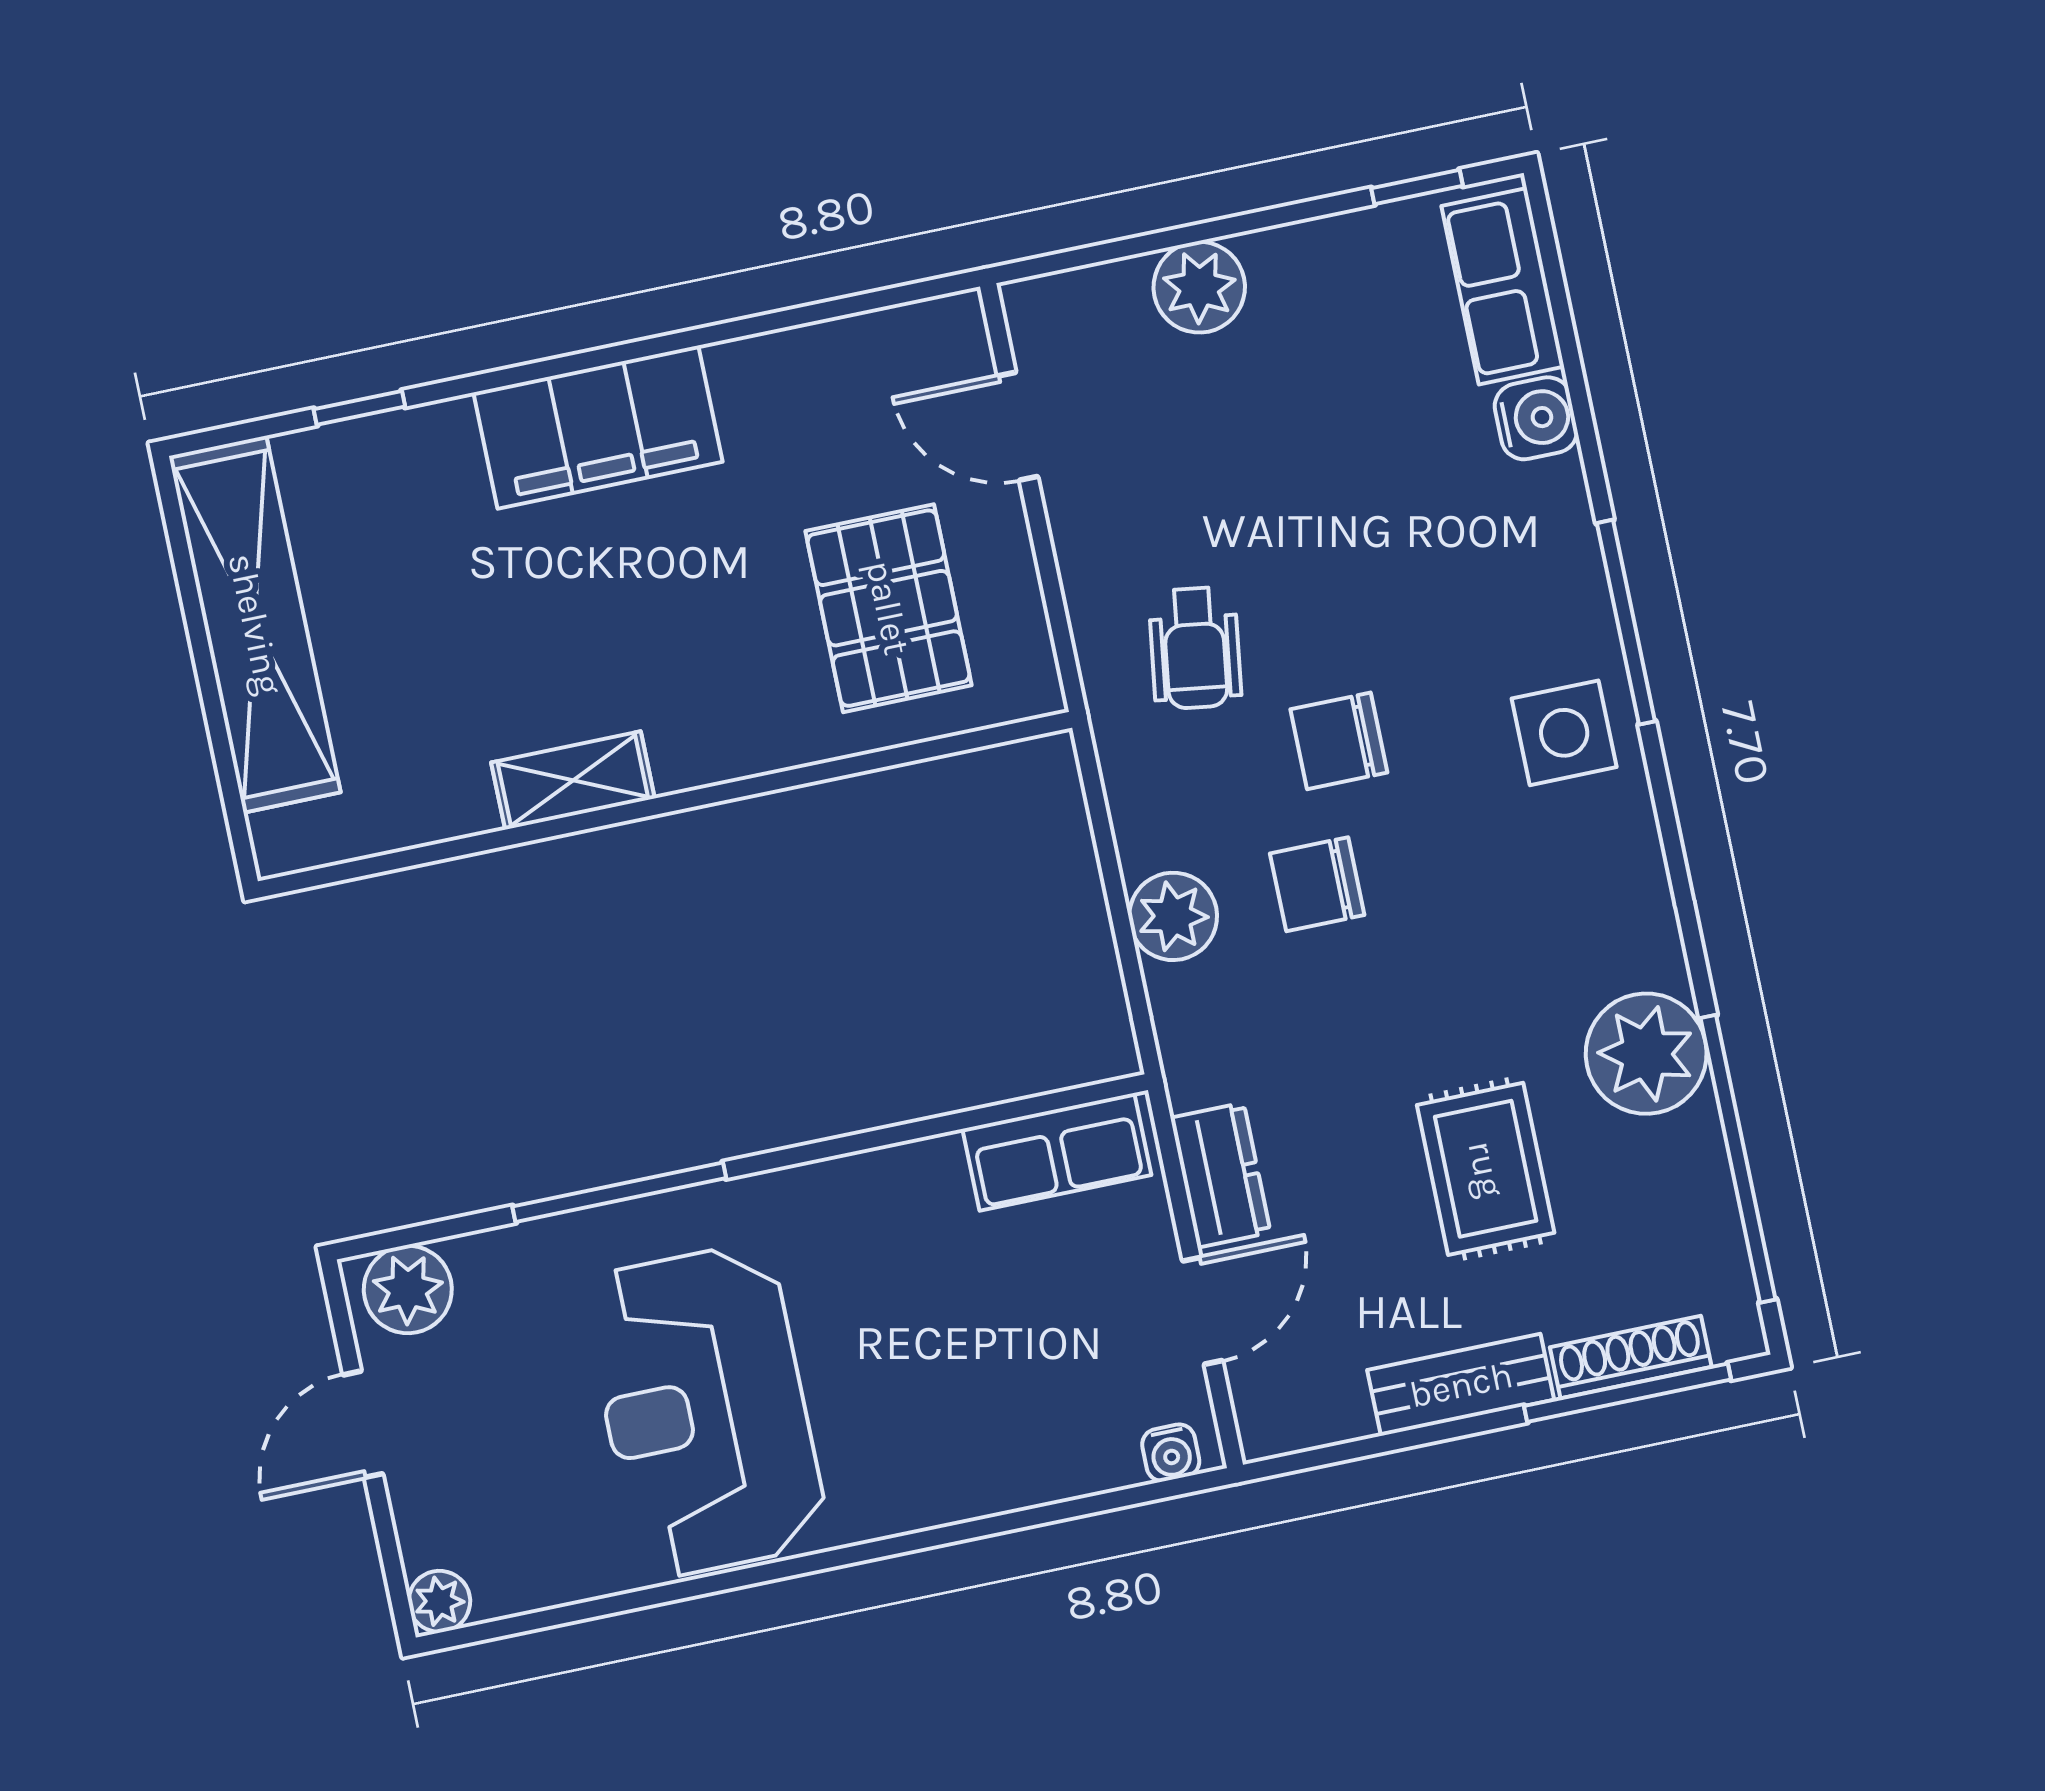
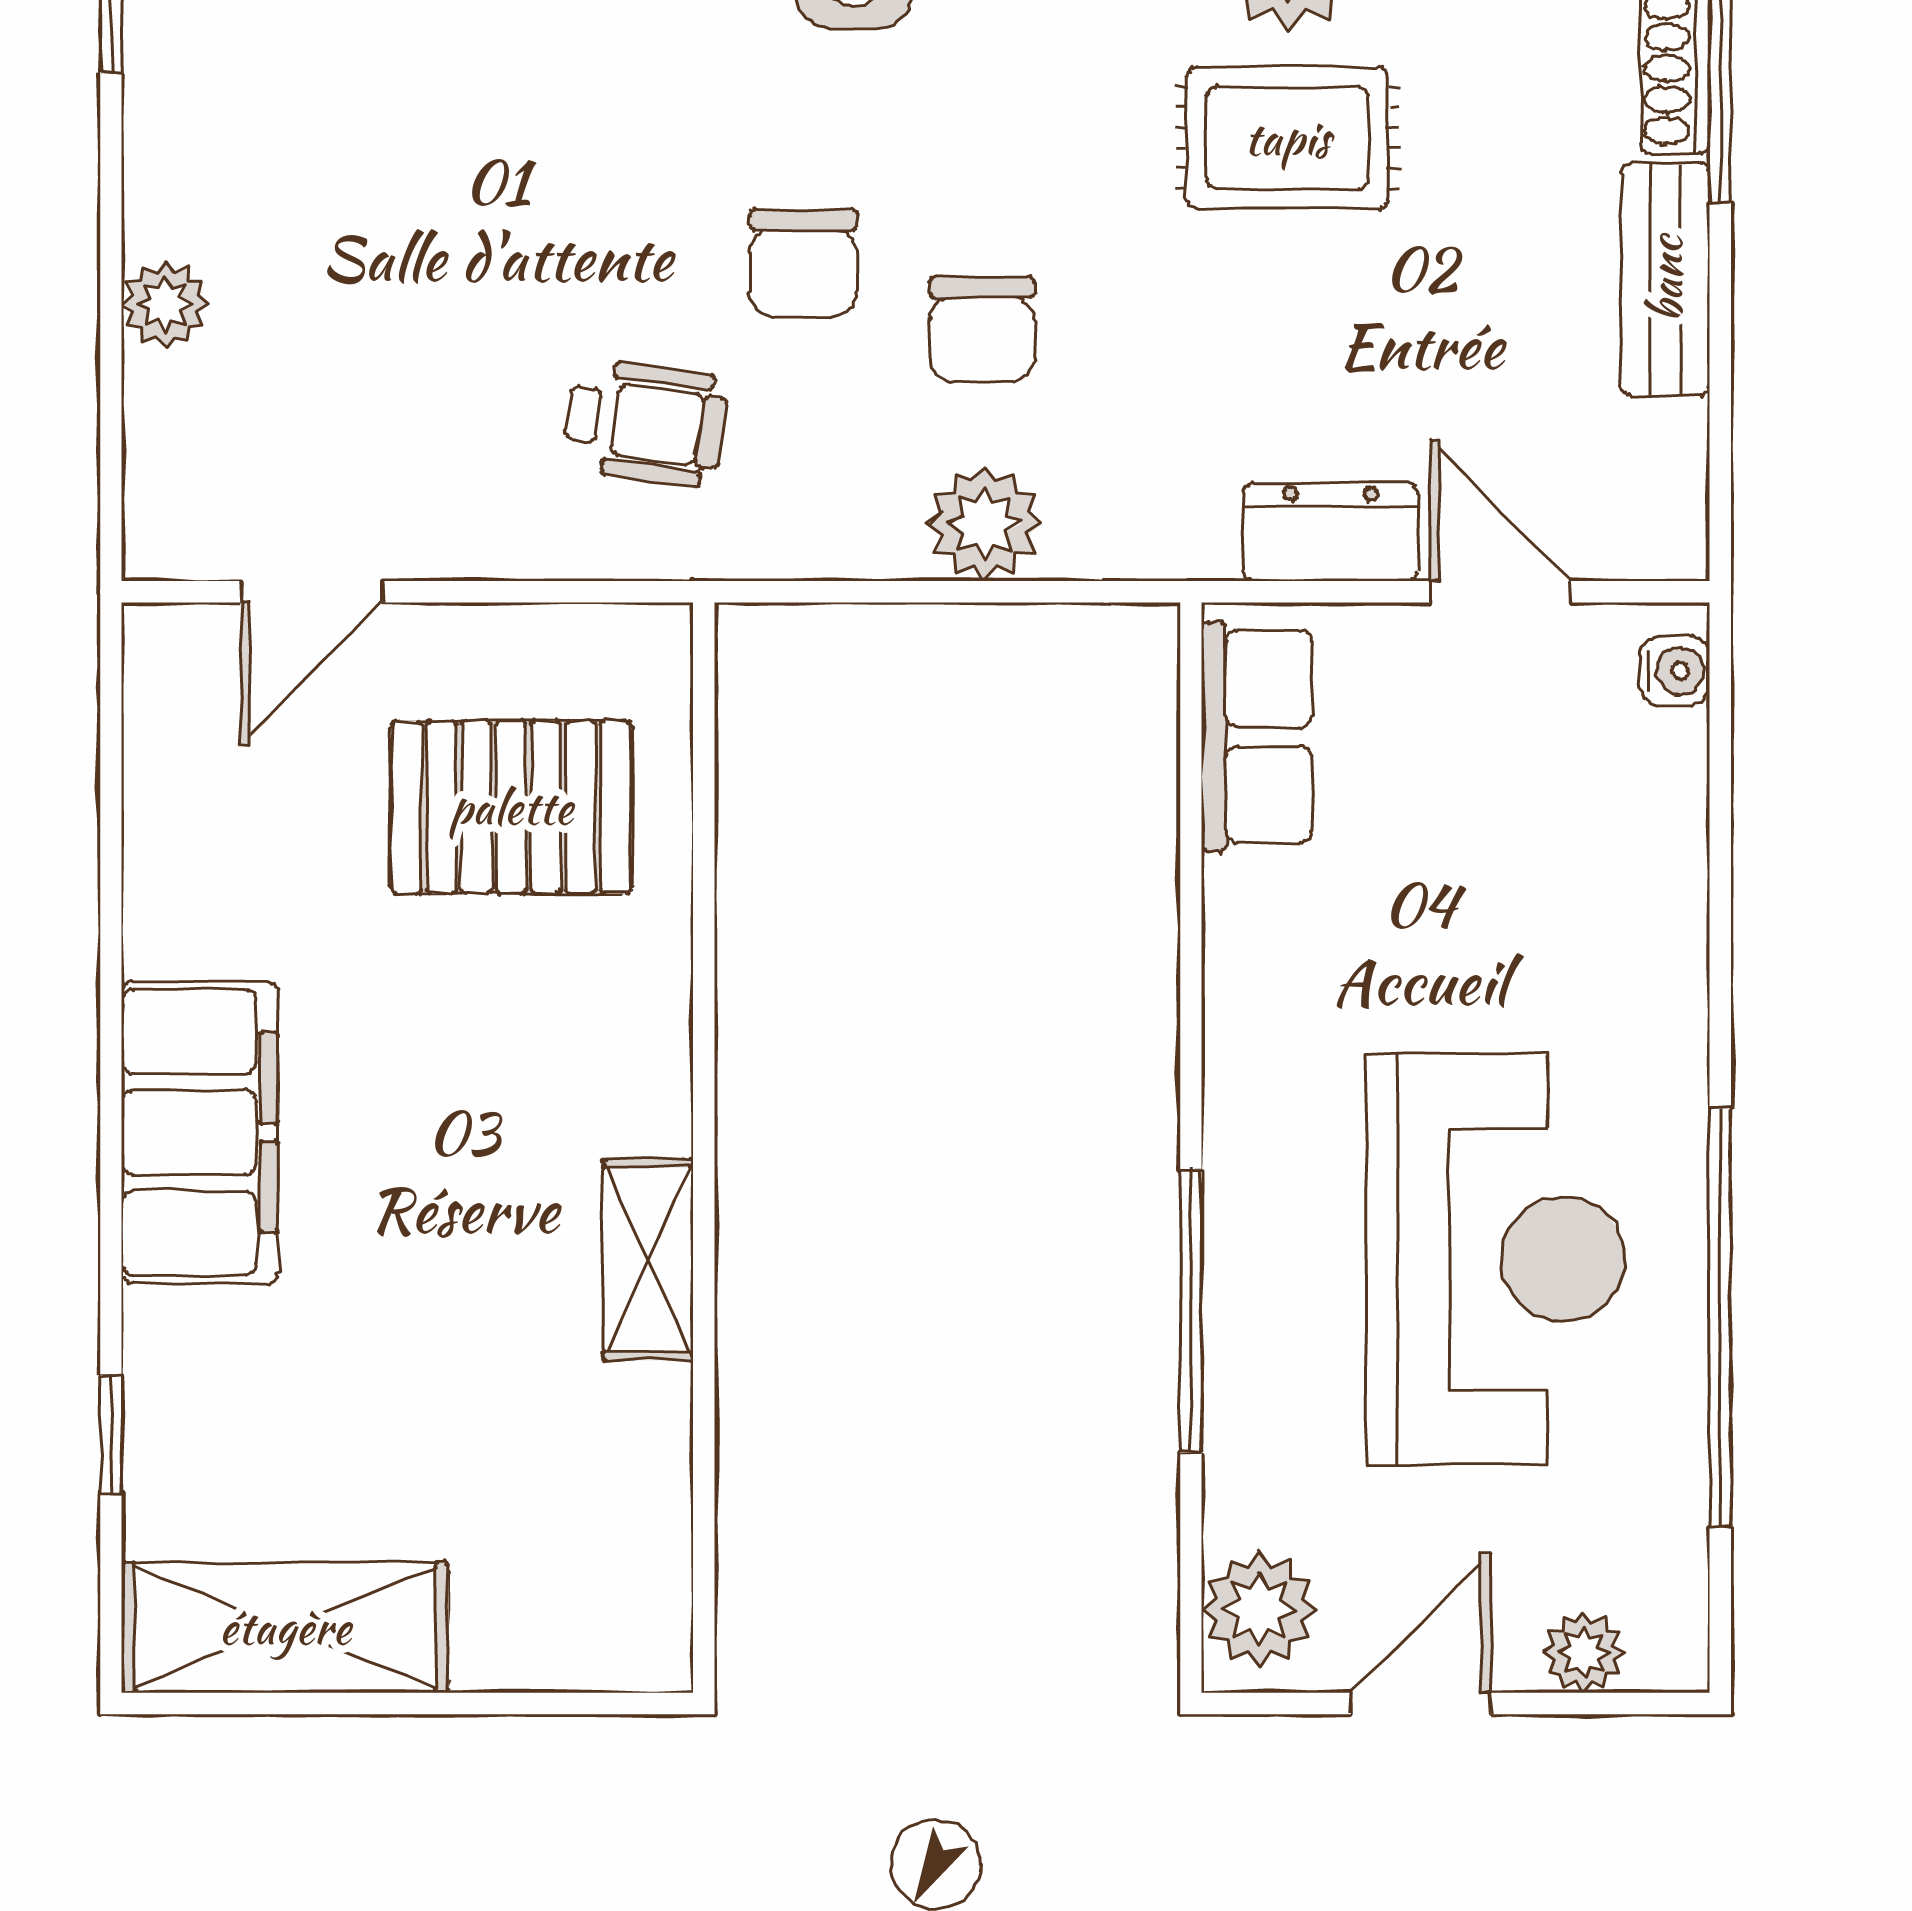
plant: (1199, 287) -> (165, 304), width x0.73, depth x0.73
shelving: (255, 624) -> (285, 1627), width x0.68
rug: (1486, 1169) -> (1287, 138), moved
reception desk: (705, 1411) -> (1496, 1259), turned -90
door: (363, 1424) -> (1421, 1703), swing flipped
window: (697, 1587) -> (1720, 1317), added
plant: (439, 1601) -> (1584, 1653), moved

